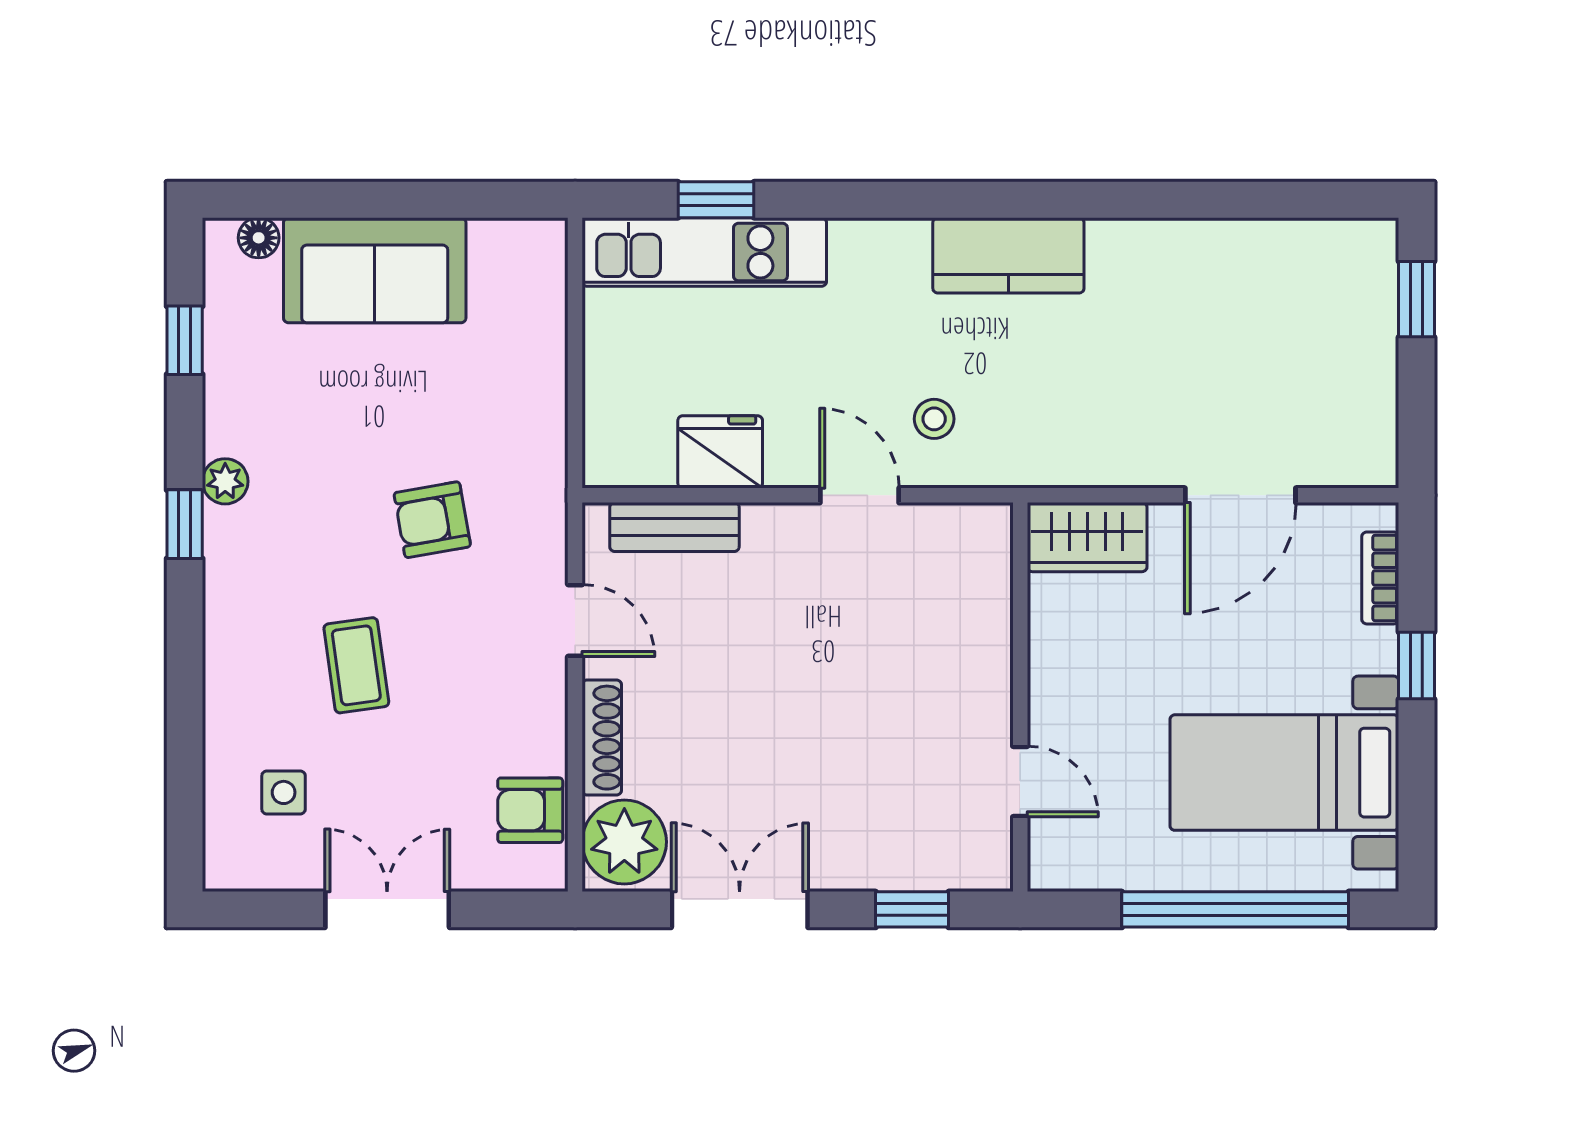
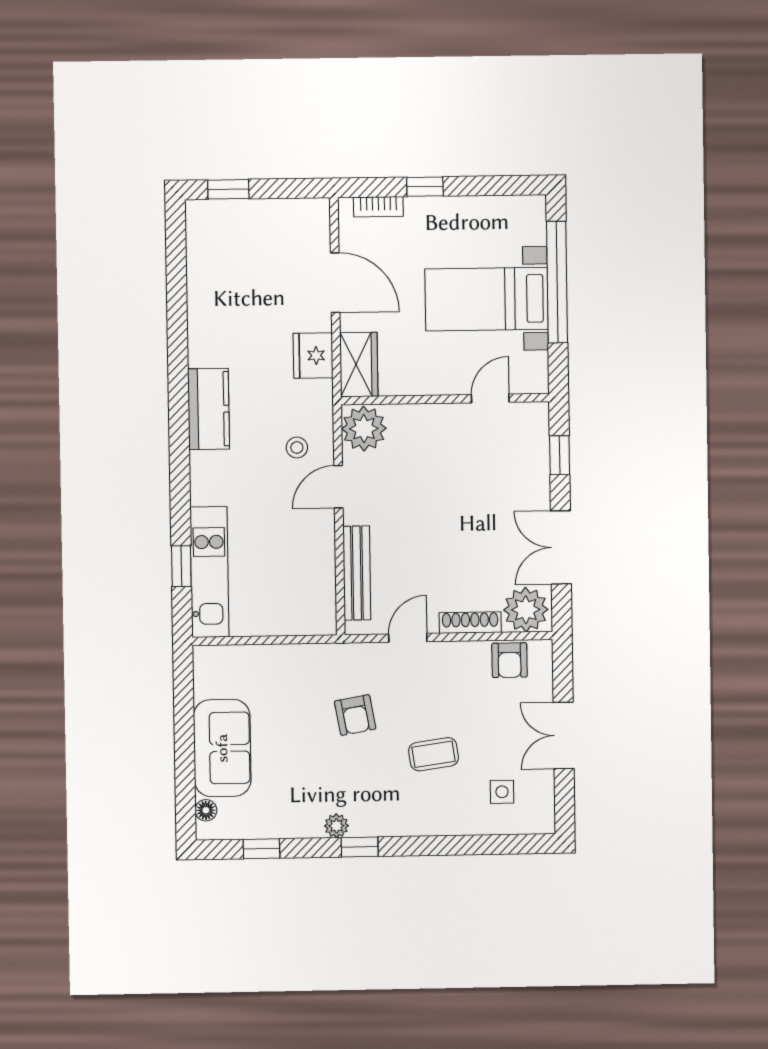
fridge: (720, 452) -> (313, 355), moved
bench: (674, 527) -> (357, 573), width x1.36
plant: (967, 544) -> (364, 429), added
bed with nightstands: (1284, 773) -> (487, 299), moved, turned 90

